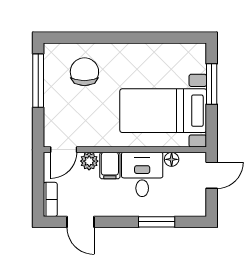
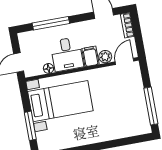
chair: (84, 72) -> (120, 118), removed
window: (157, 222) -> (51, 23), width x1.44

